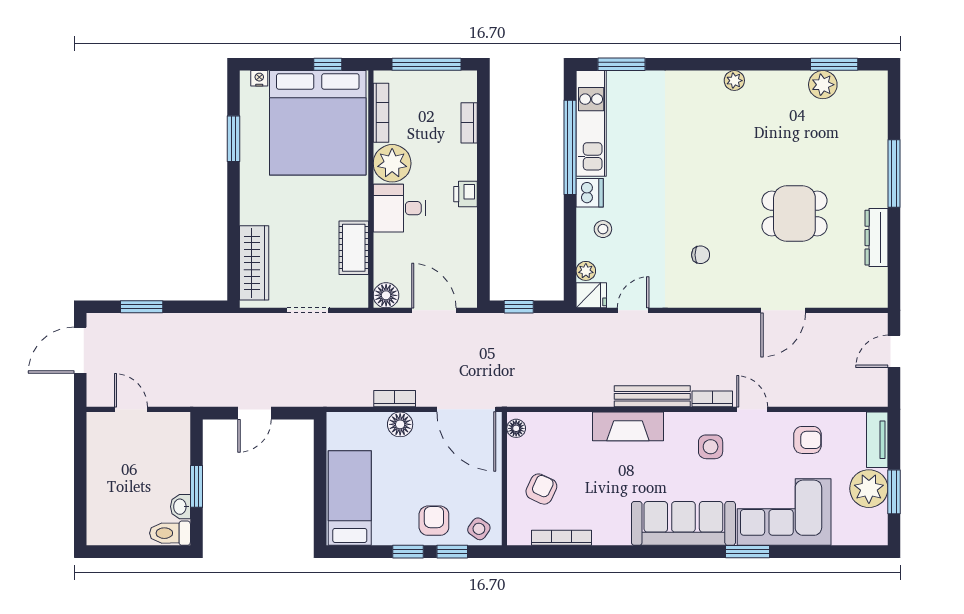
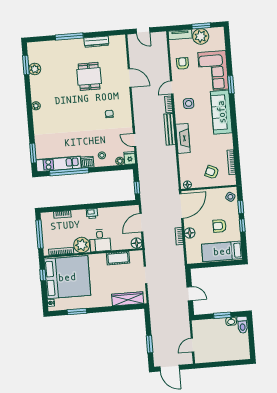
armchair: (434, 521) -> (220, 226), moved

